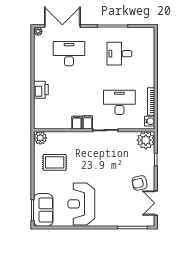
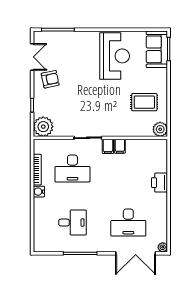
water cooler: (150, 121) -> (39, 192), moved

